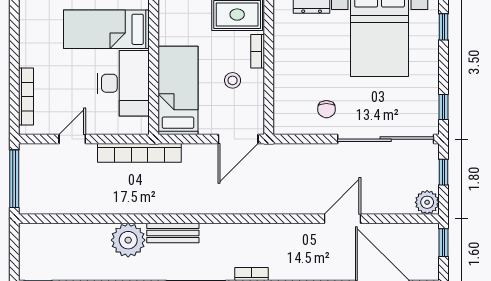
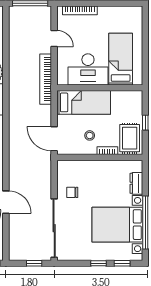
window: (444, 107) -> (99, 263), moved
plant: (427, 202) -> (16, 253), removed

